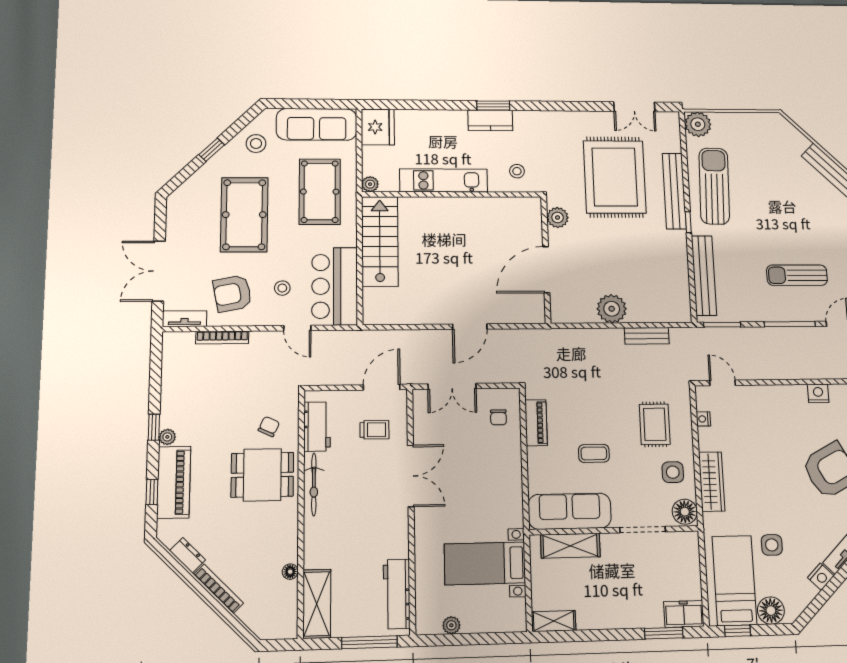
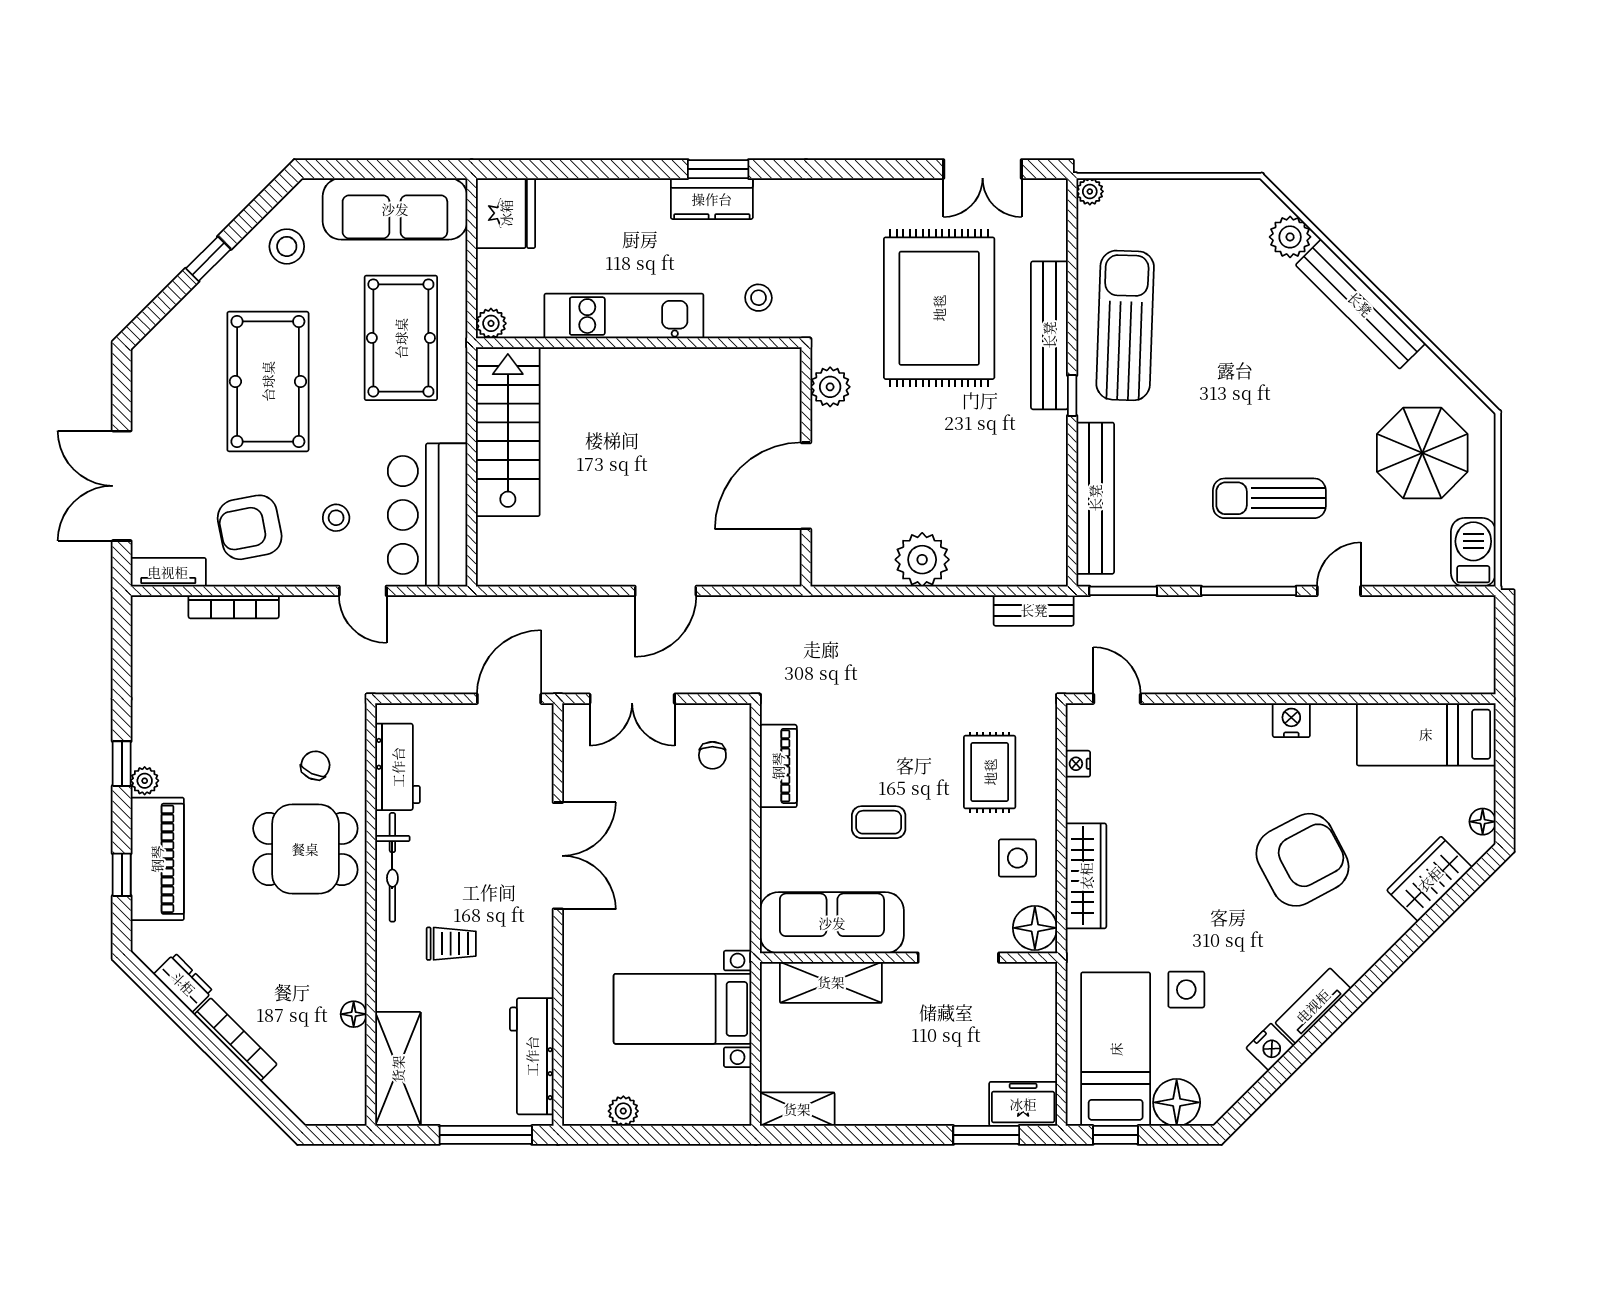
plant: (698, 124) -> (1090, 191), width x0.53, depth x0.53
plant: (797, 142) -> (1290, 237), added
bench: (647, 336) -> (1034, 610), moved
trolley: (374, 430) -> (451, 944), moved

